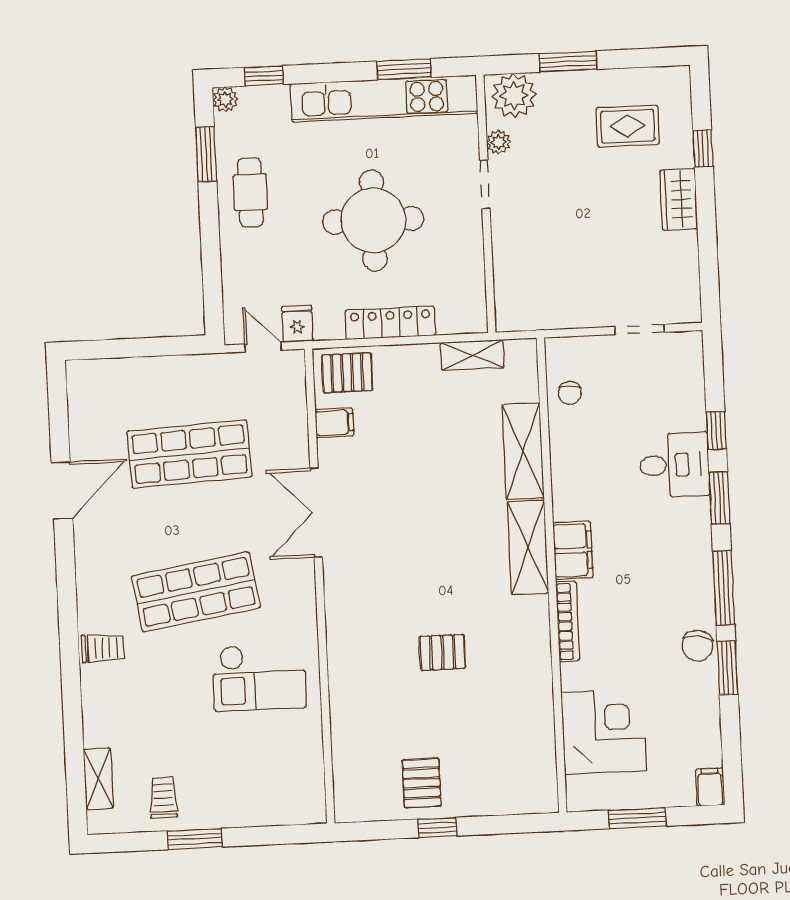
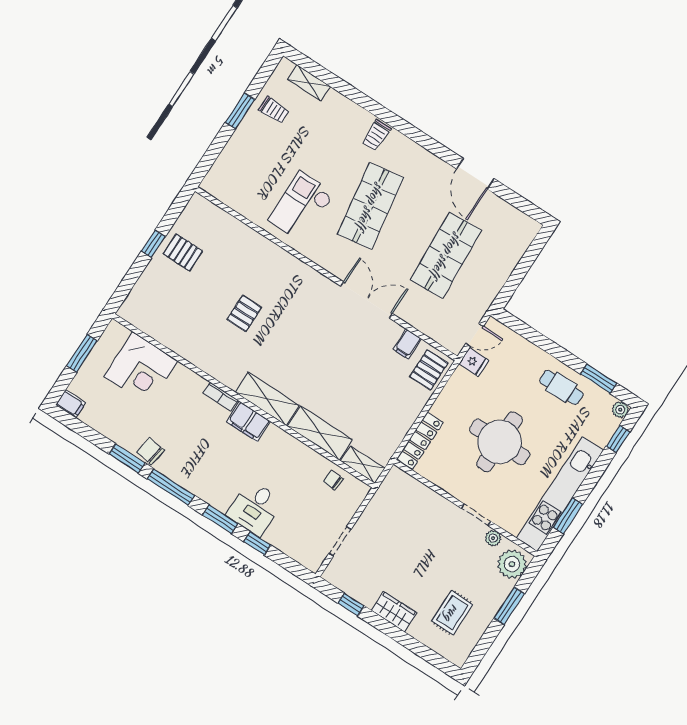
window: (703, 148) -> (351, 604), moved
locker: (390, 323) -> (420, 441), moved
shelving: (472, 355) -> (363, 465), moved, turned 90
bookcase: (568, 621) -> (221, 397), width x0.64

